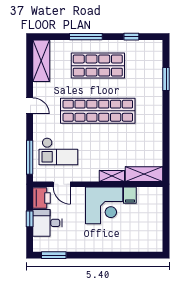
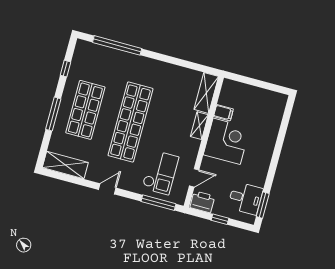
window: (166, 79) -> (117, 45), width x2.11
desk: (47, 223) -> (245, 198), moved, turned -90

